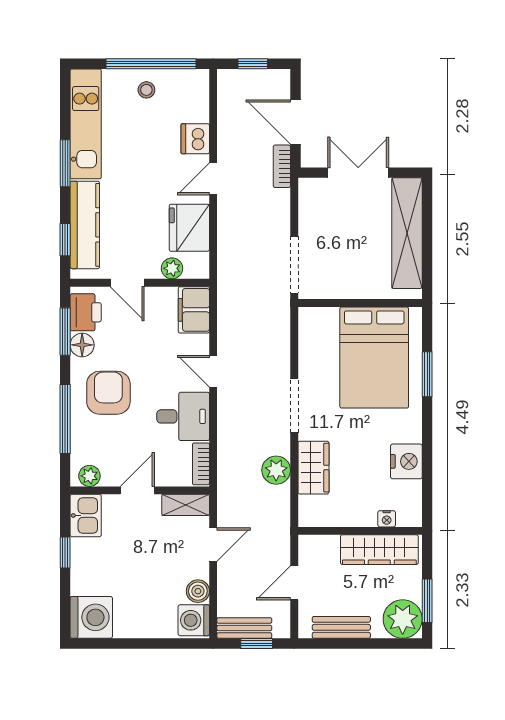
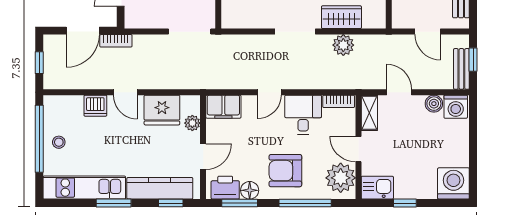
plant: (89, 476) -> (341, 178), width x1.88, depth x1.88

